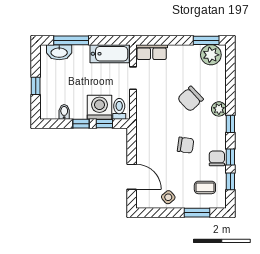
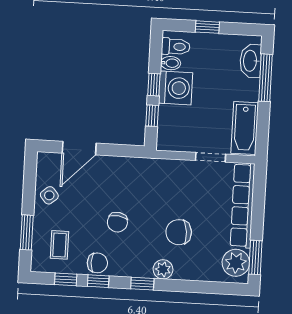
row of seats: (152, 52) -> (243, 205), width x2.02
chair: (190, 99) -> (179, 232), turned -53
washing machine: (99, 107) -> (176, 88), moved
toilet: (119, 109) -> (176, 47), moved

